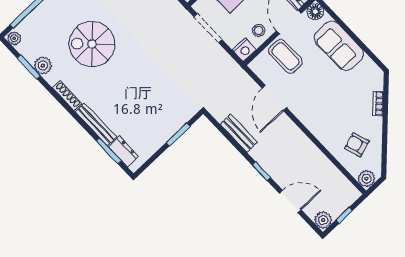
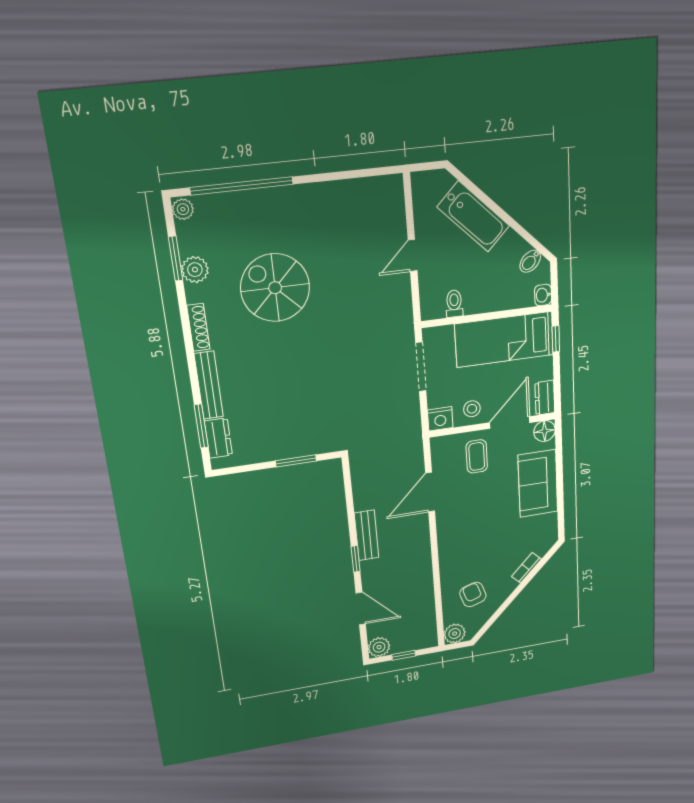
coffee table: (285, 56) -> (477, 456), width x0.73, depth x0.77
bench: (239, 133) -> (367, 535), moved

